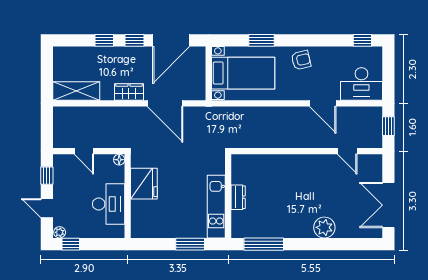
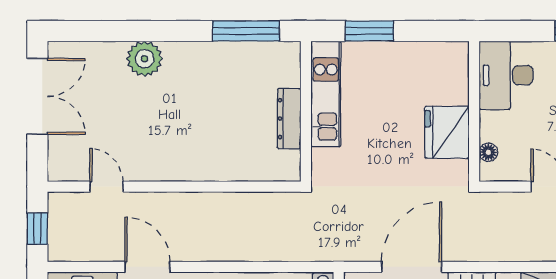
door: (165, 103) -> (412, 267), hinge flipped
floor lamp: (119, 160) -> (488, 152), moved
dresser: (238, 197) -> (289, 119), width x1.44
desk: (109, 204) -> (506, 75), moved

